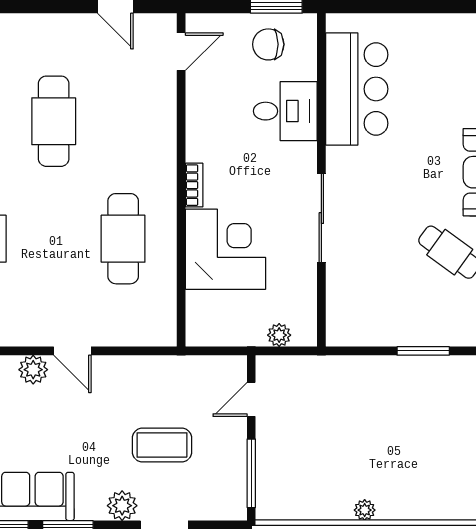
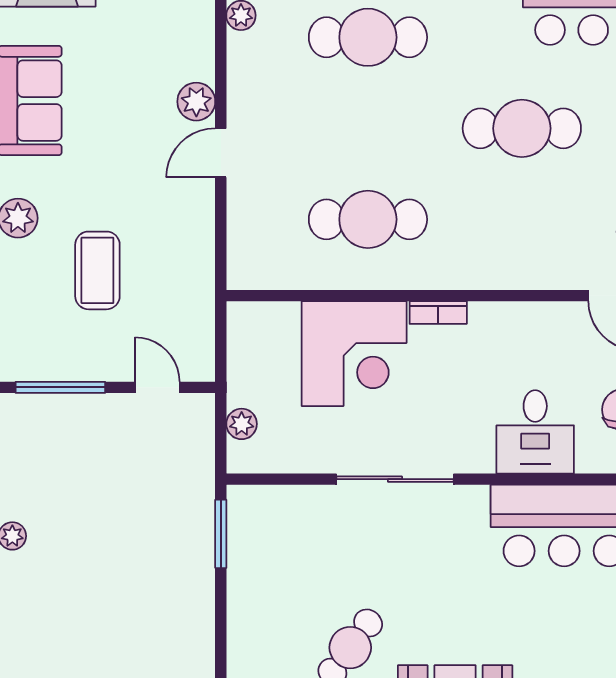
window: (423, 351) -> (221, 534), moved

